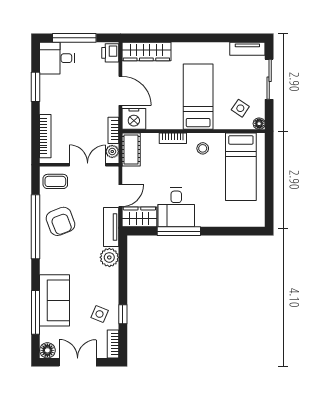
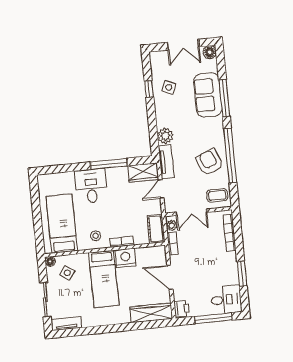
nightstand: (134, 119) -> (125, 258), moved
desk: (176, 207) -> (91, 186), moved
window: (35, 312) -> (224, 98), moved
bookcase: (113, 344) -> (155, 63), removed

